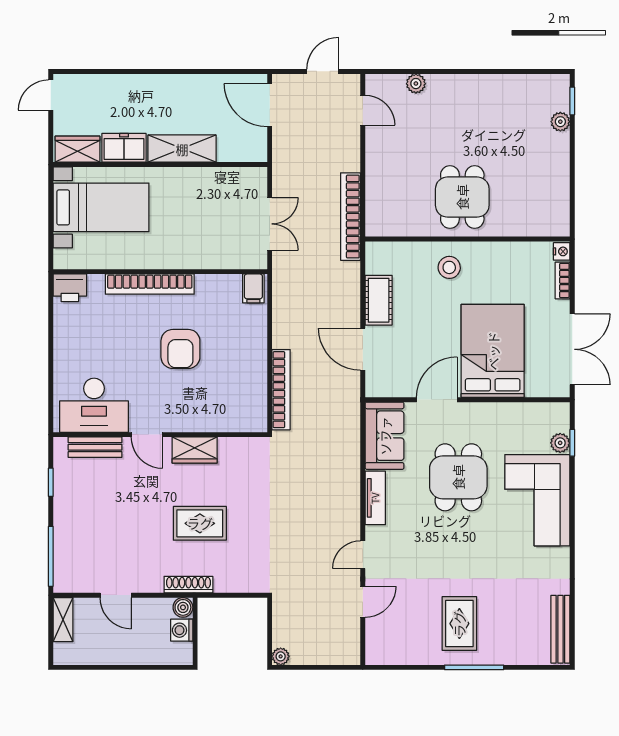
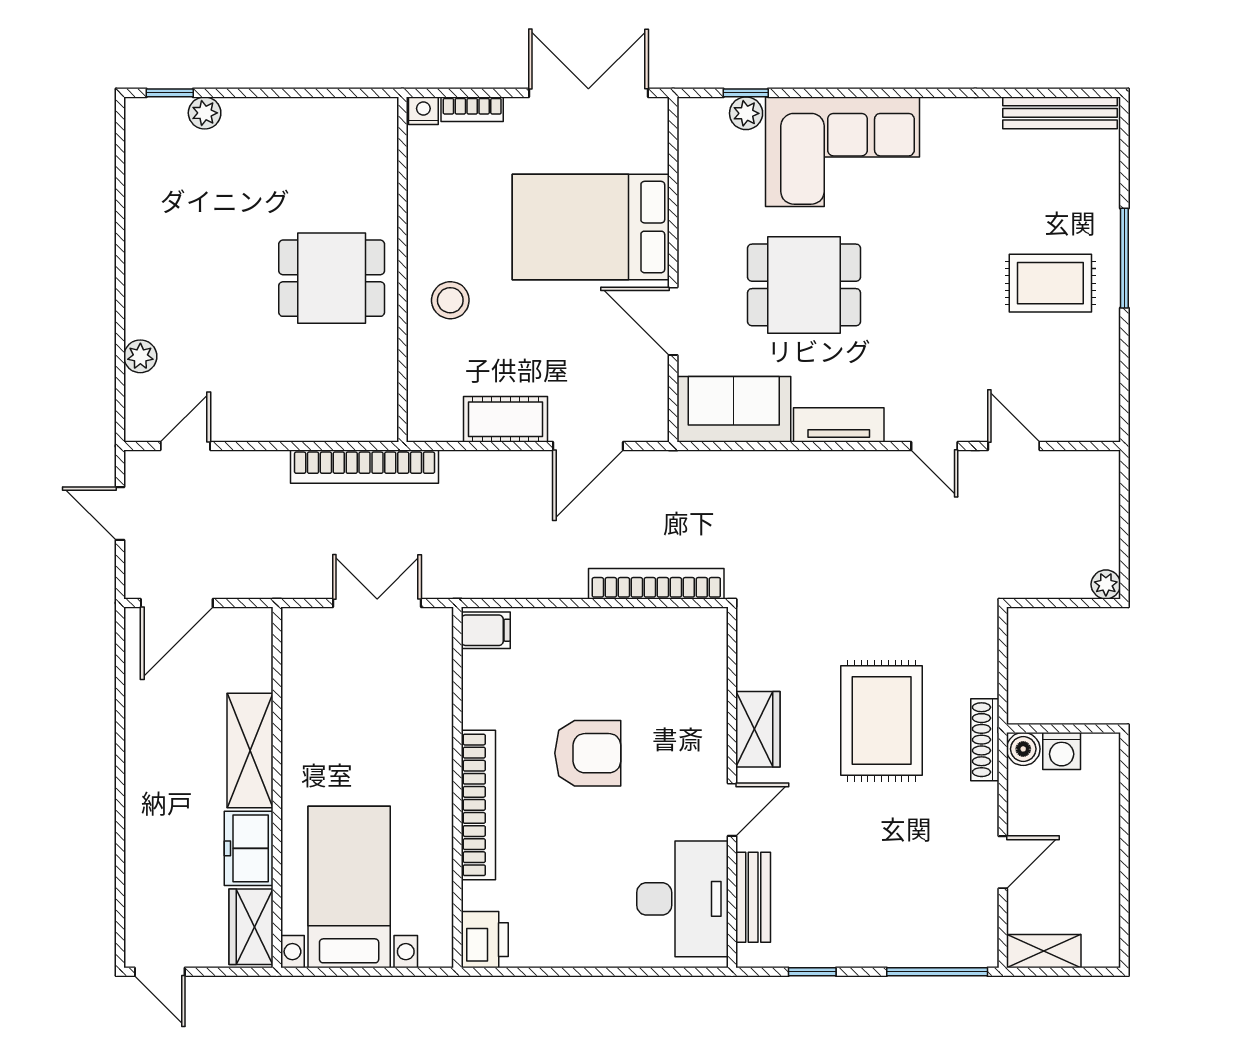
rug: (200, 523) -> (882, 721), width x1.36, depth x1.43

